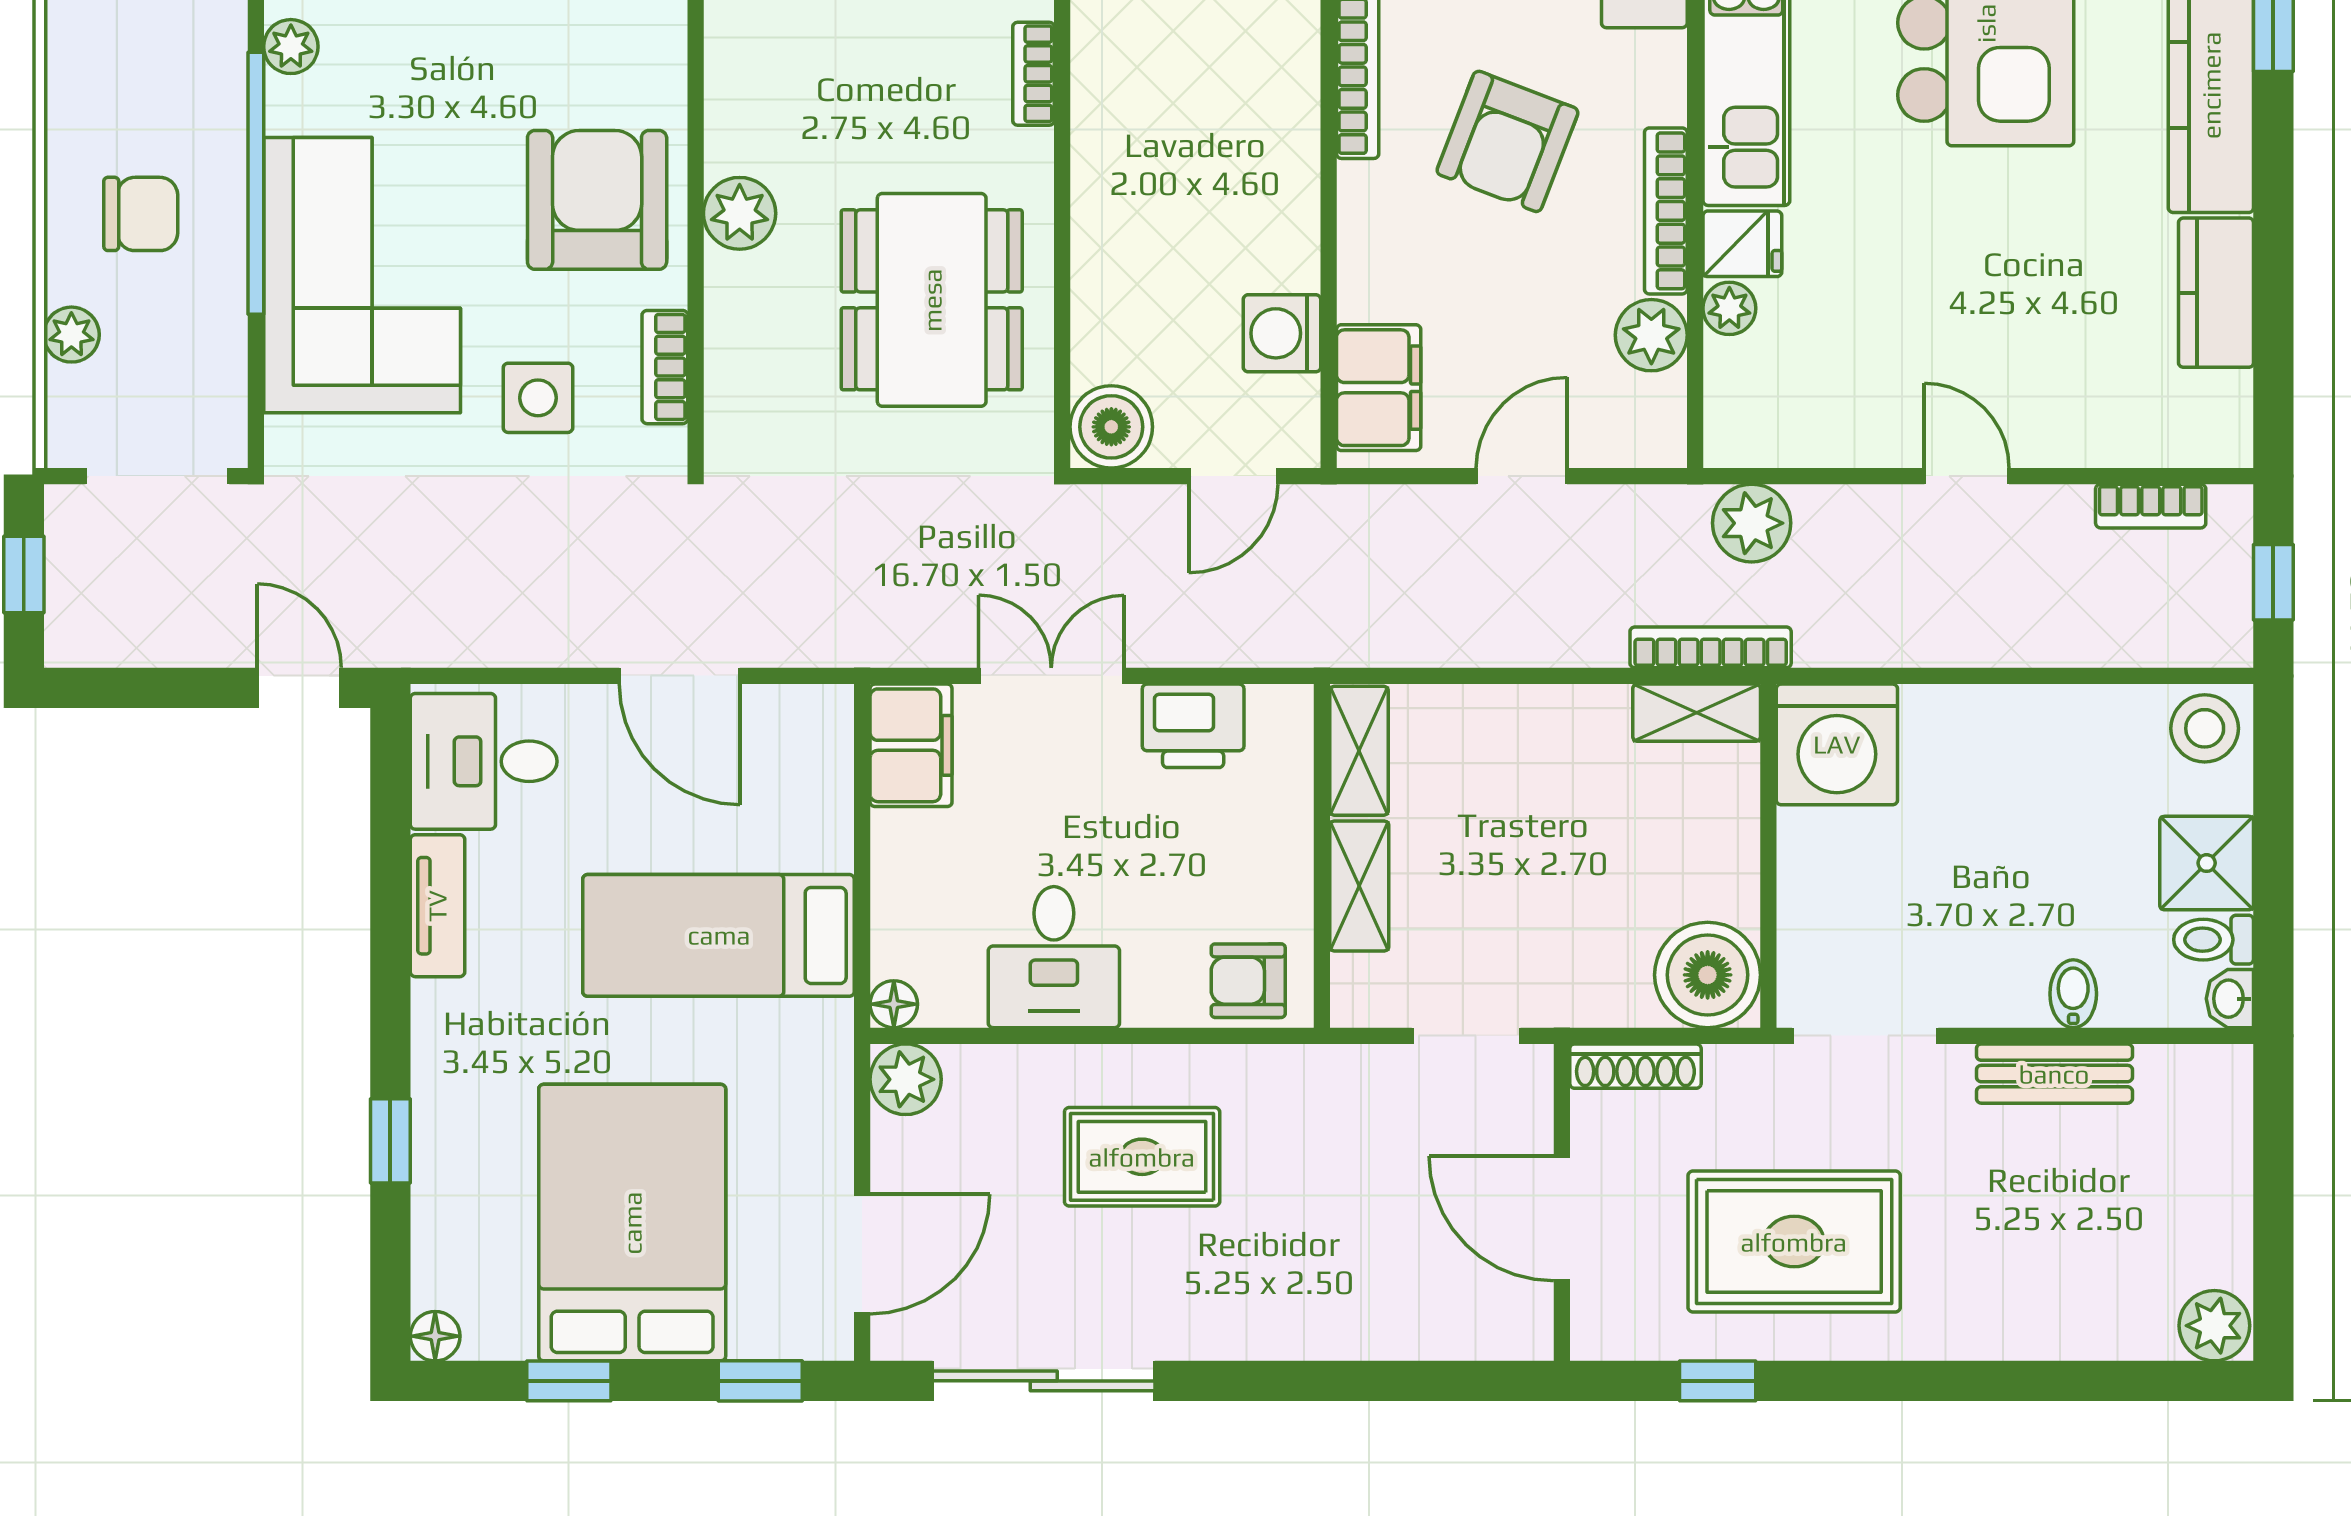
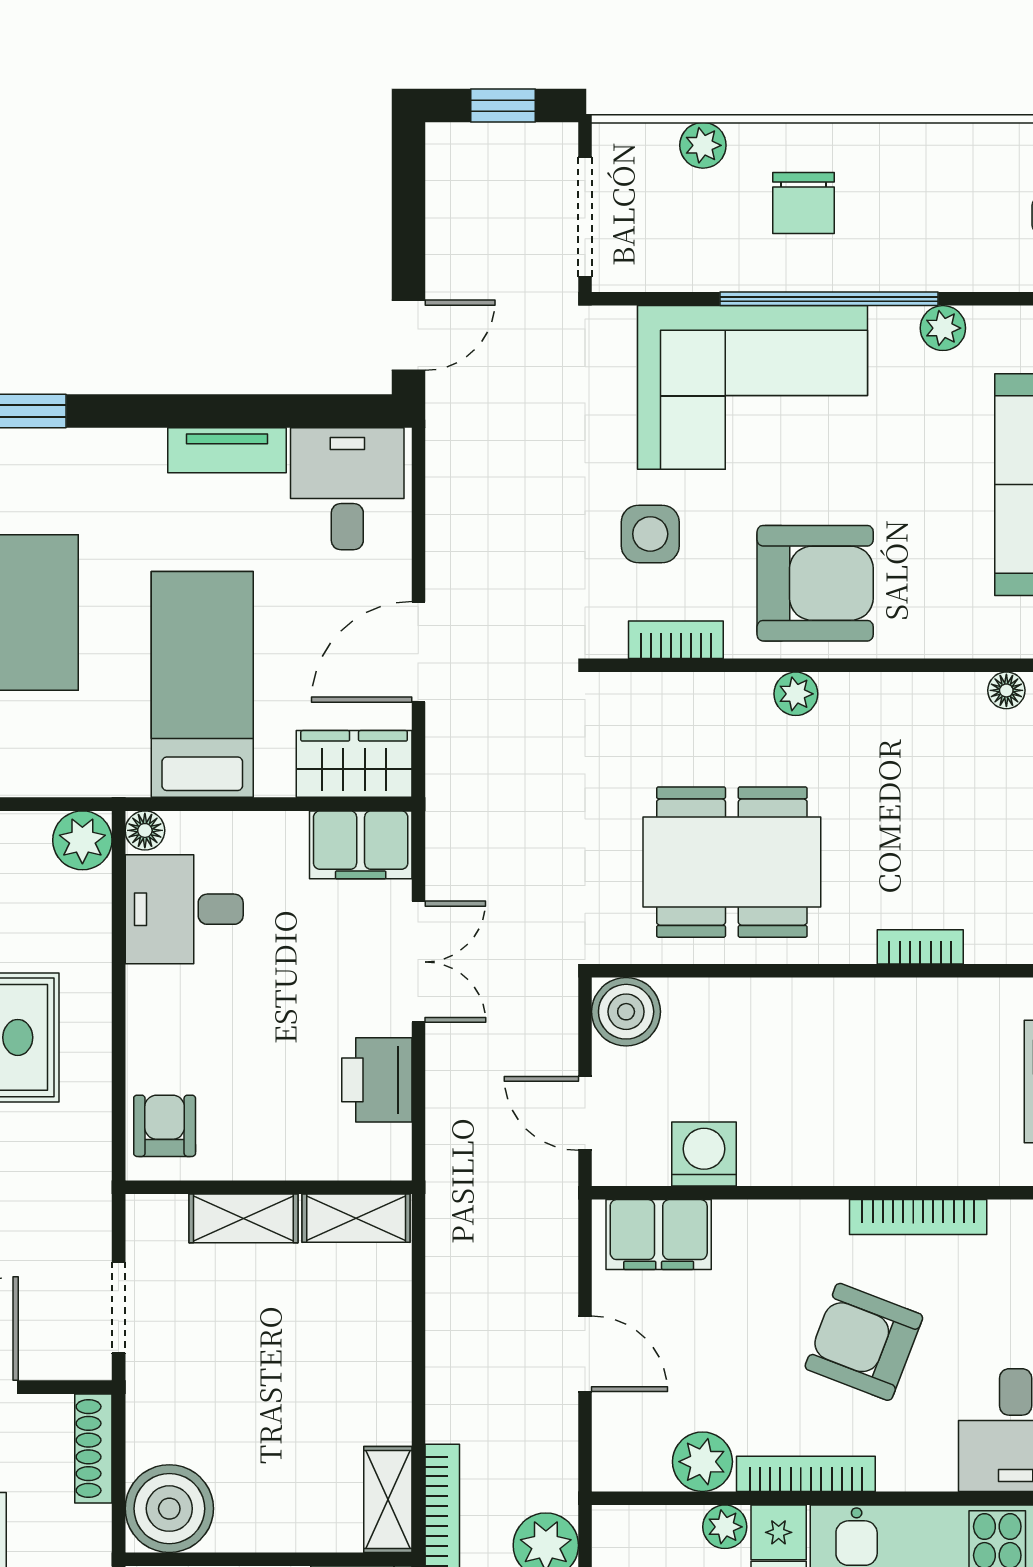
plant: (740, 213) -> (796, 694), width x0.73, depth x0.73
wardrobe: (814, 753) -> (354, 764), added
desk: (1054, 957) -> (184, 909), moved

